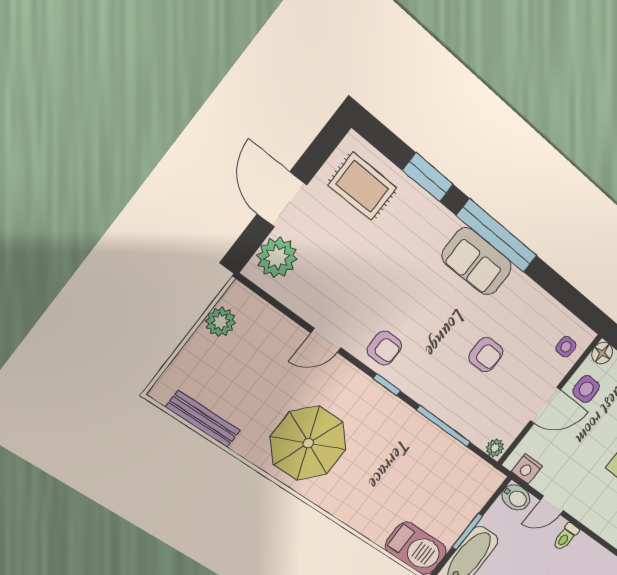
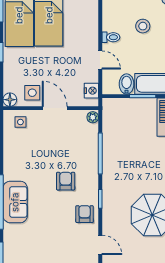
armchair: (486, 355) -> (66, 181), moved
bidet: (516, 497) -> (127, 84), moved

